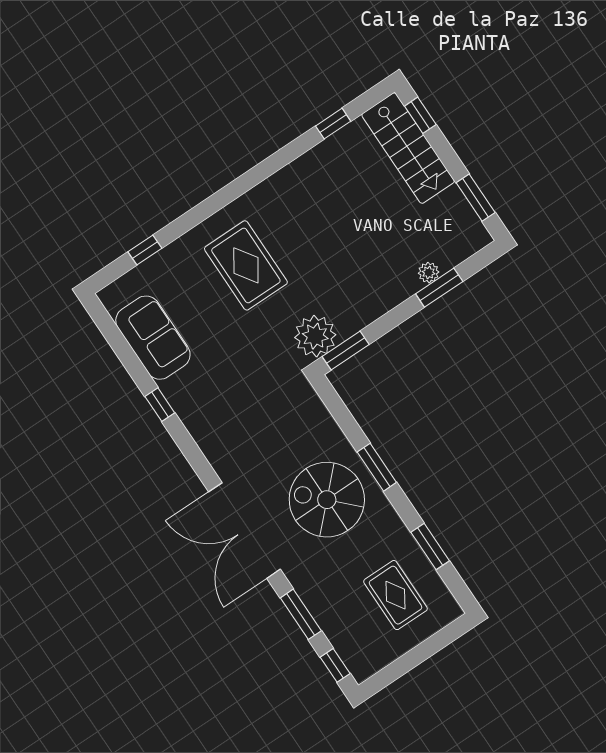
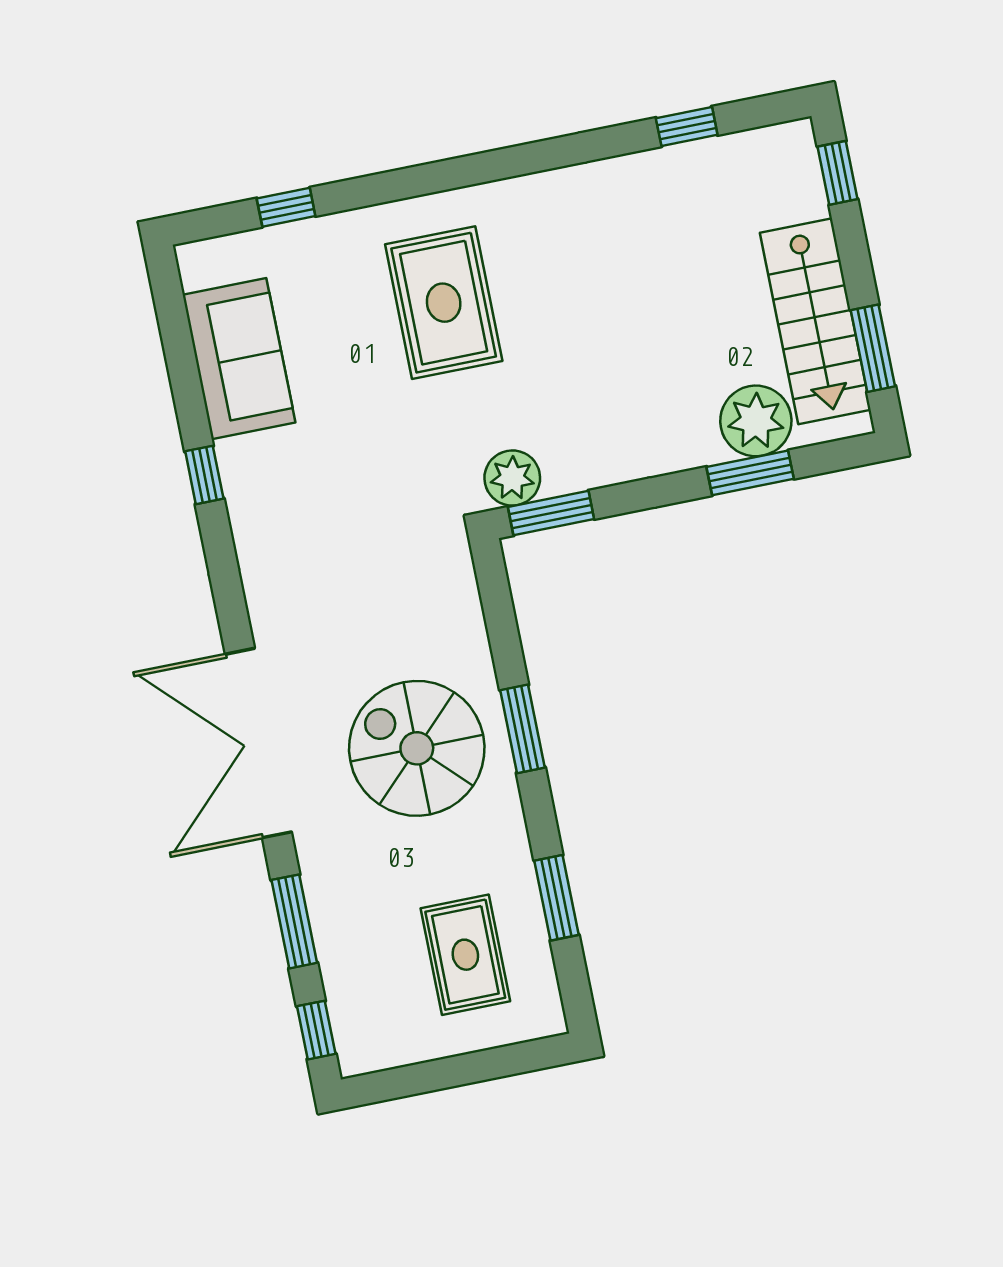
stairs: (408, 148) -> (815, 321), moved
plant: (429, 273) -> (756, 421), width x1.88, depth x1.88
plant: (315, 336) -> (512, 478), width x0.73, depth x0.73

